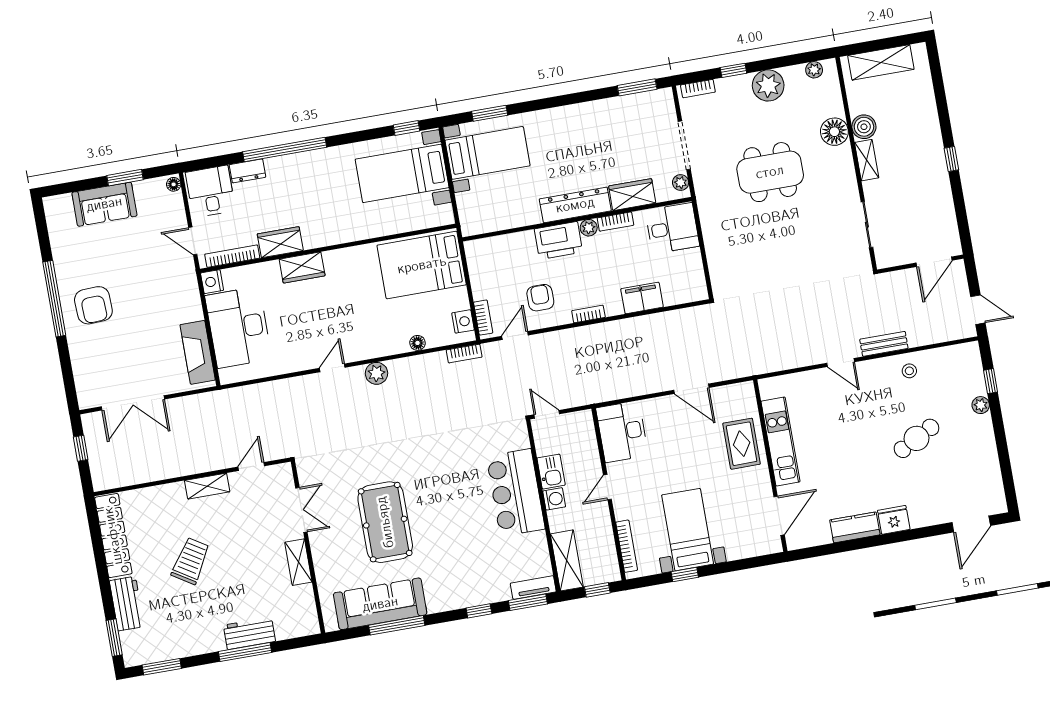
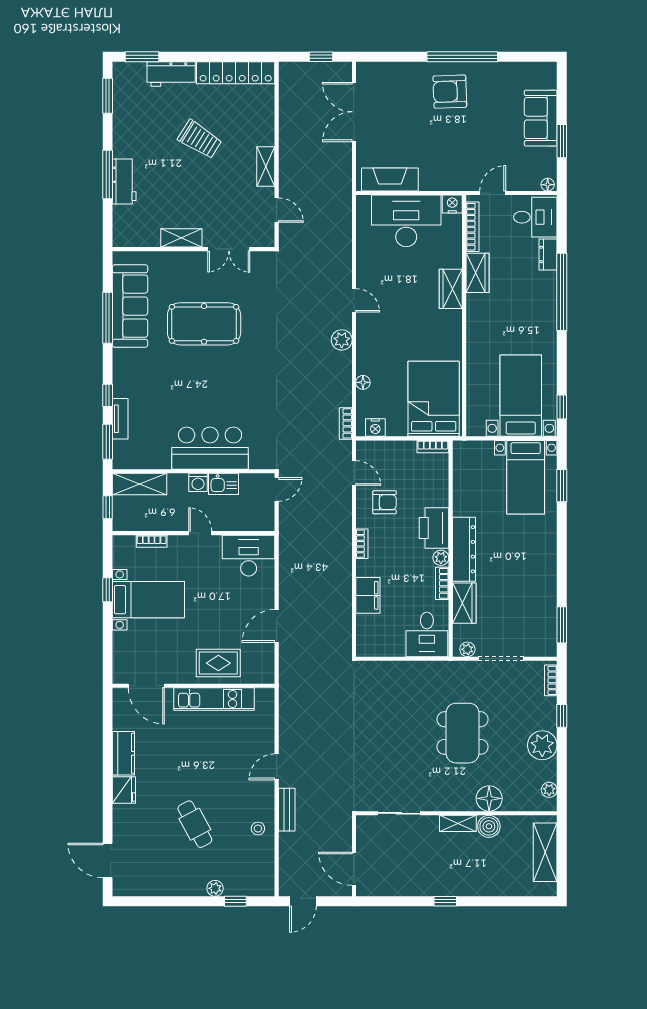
bookcase: (483, 318) -> (433, 447), moved
bookcase: (627, 546) -> (152, 541), width x0.64
tv unit: (533, 587) -> (120, 419), moved

